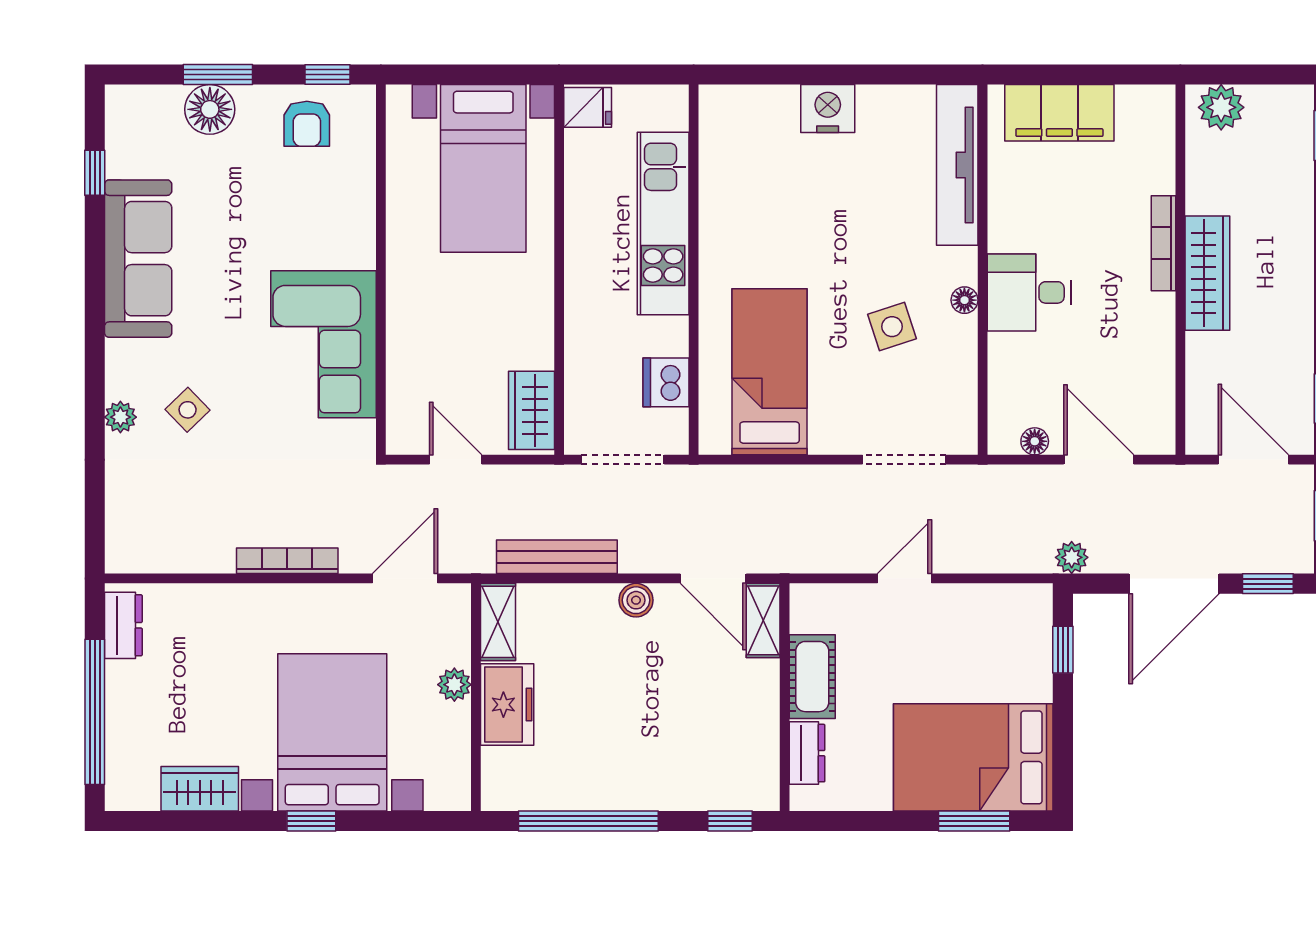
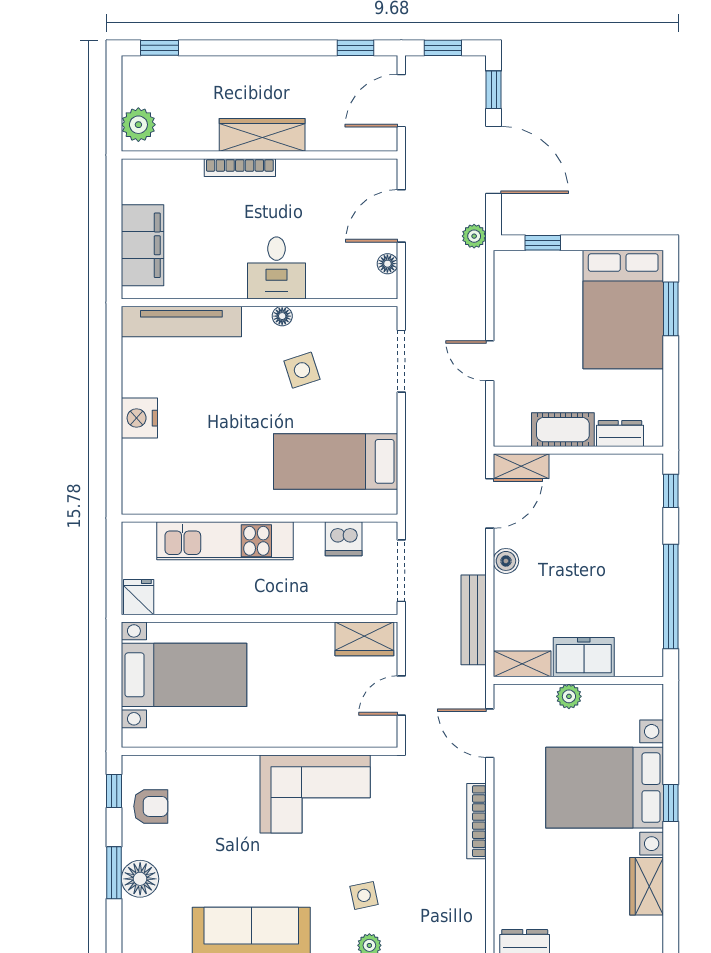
side table: (188, 410) -> (364, 895), turned 32

